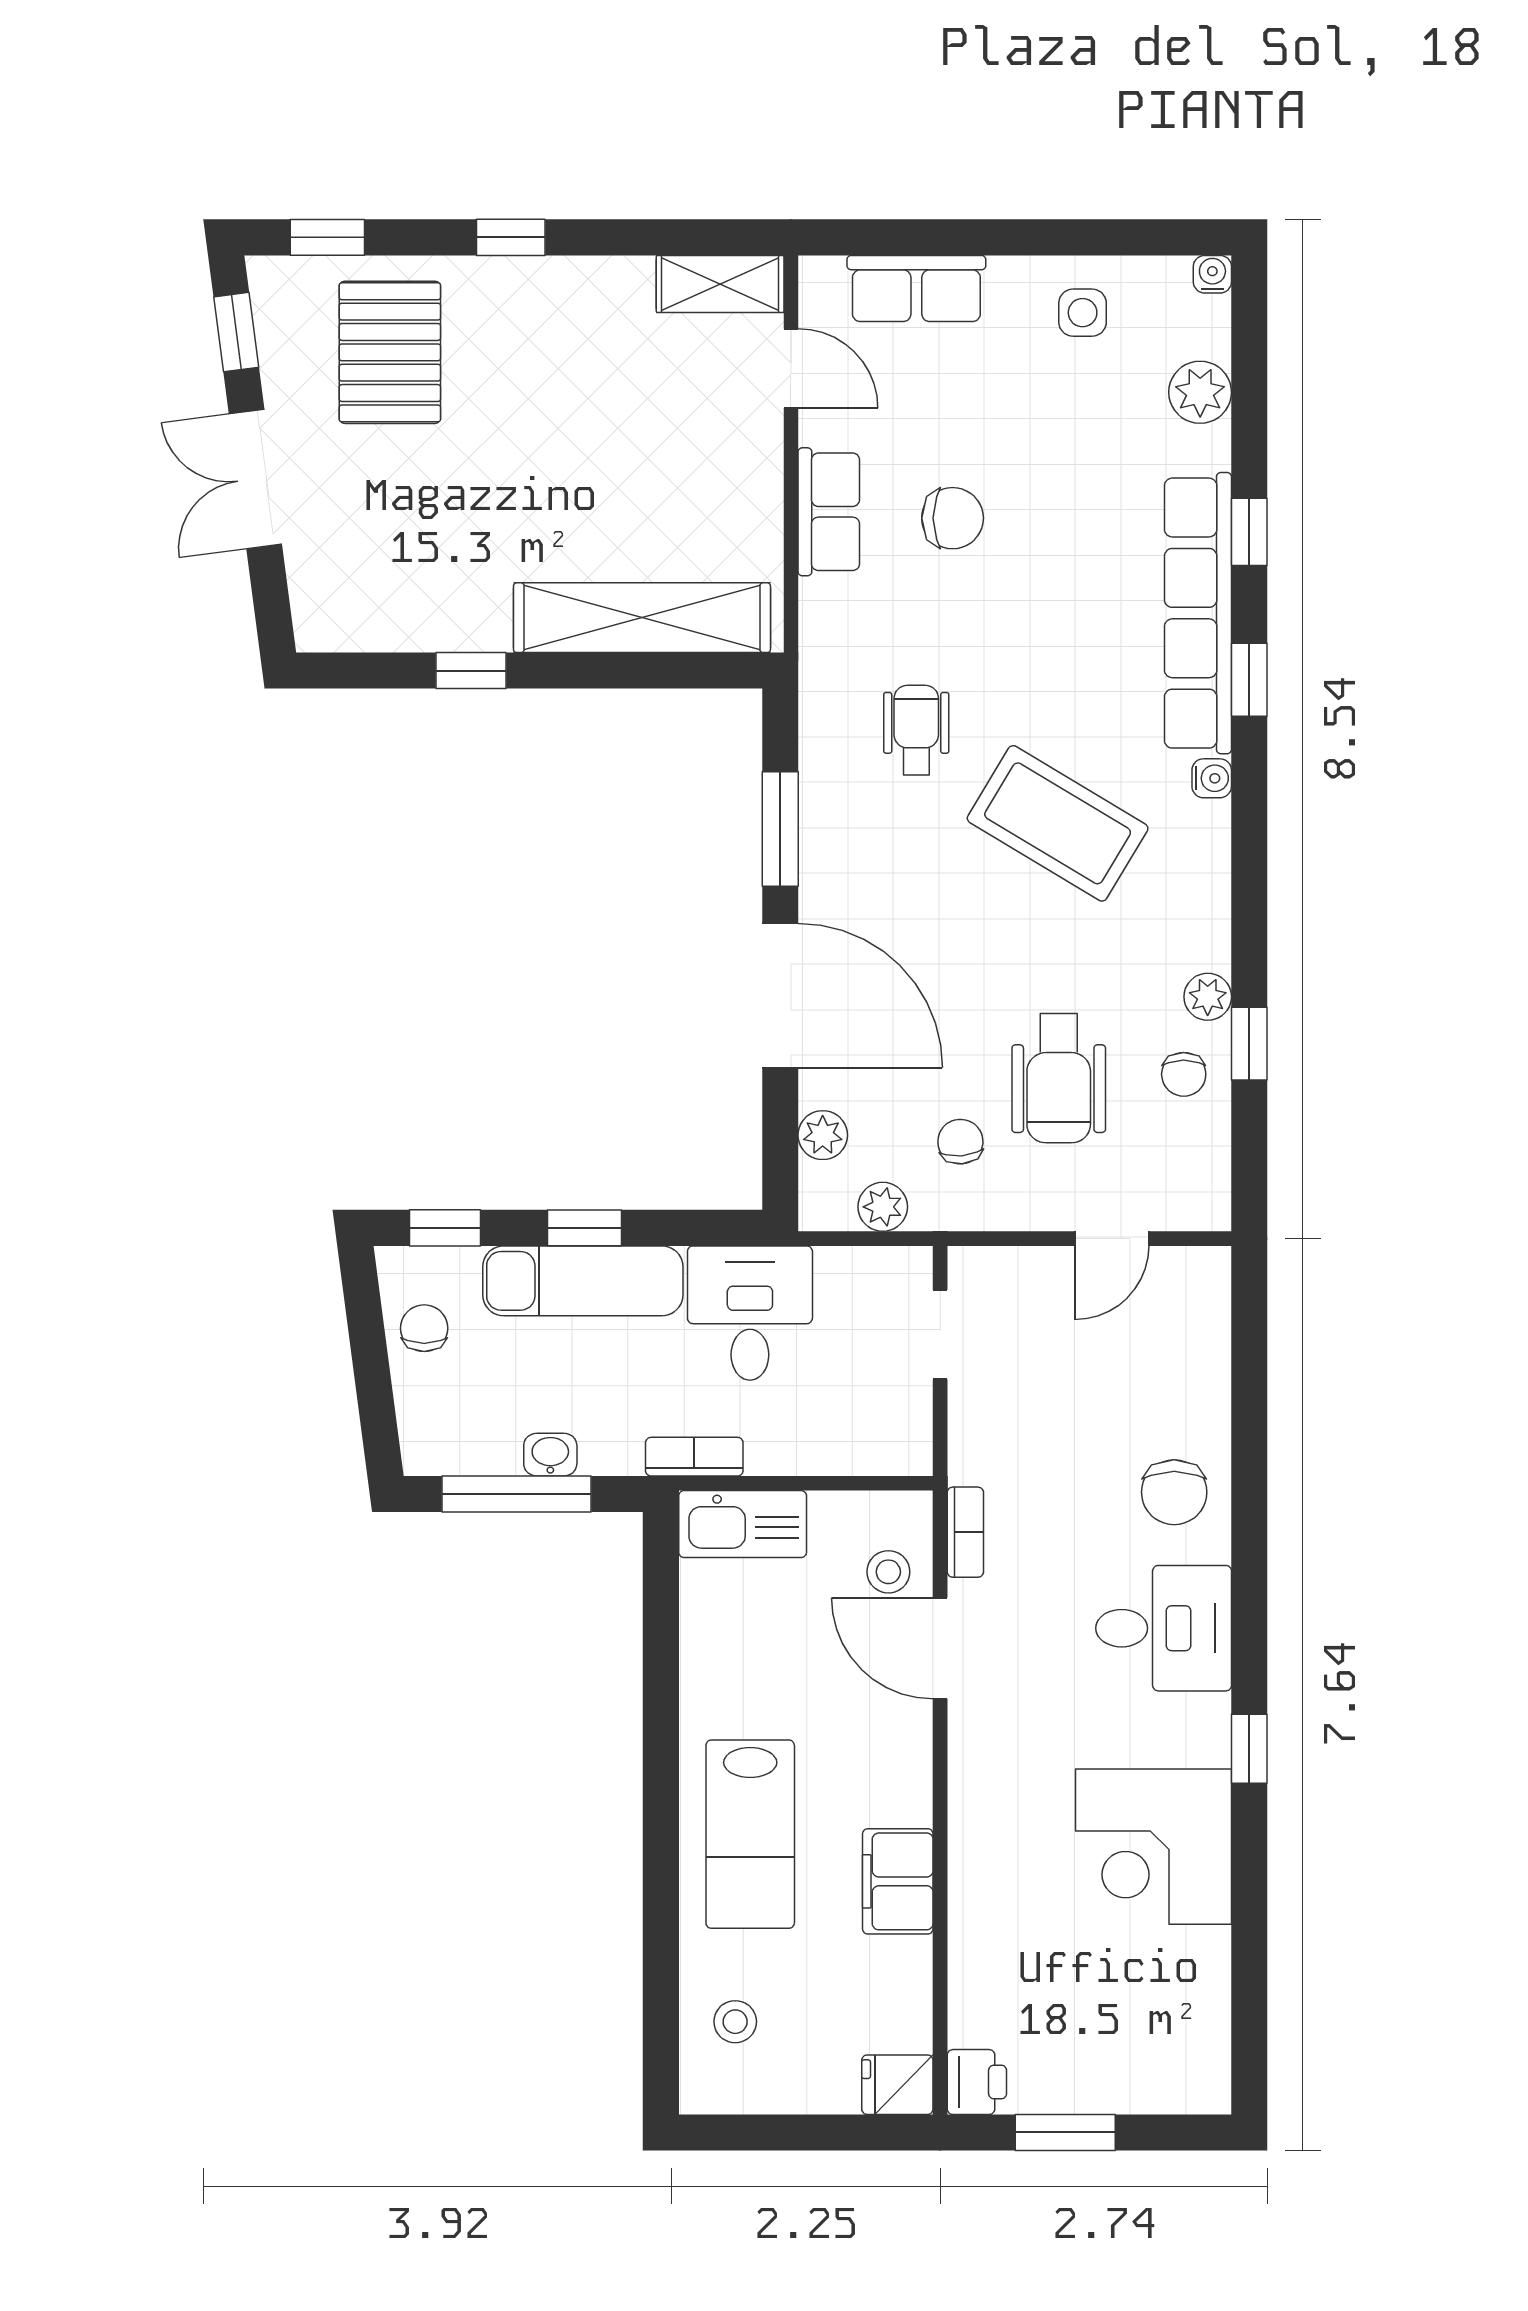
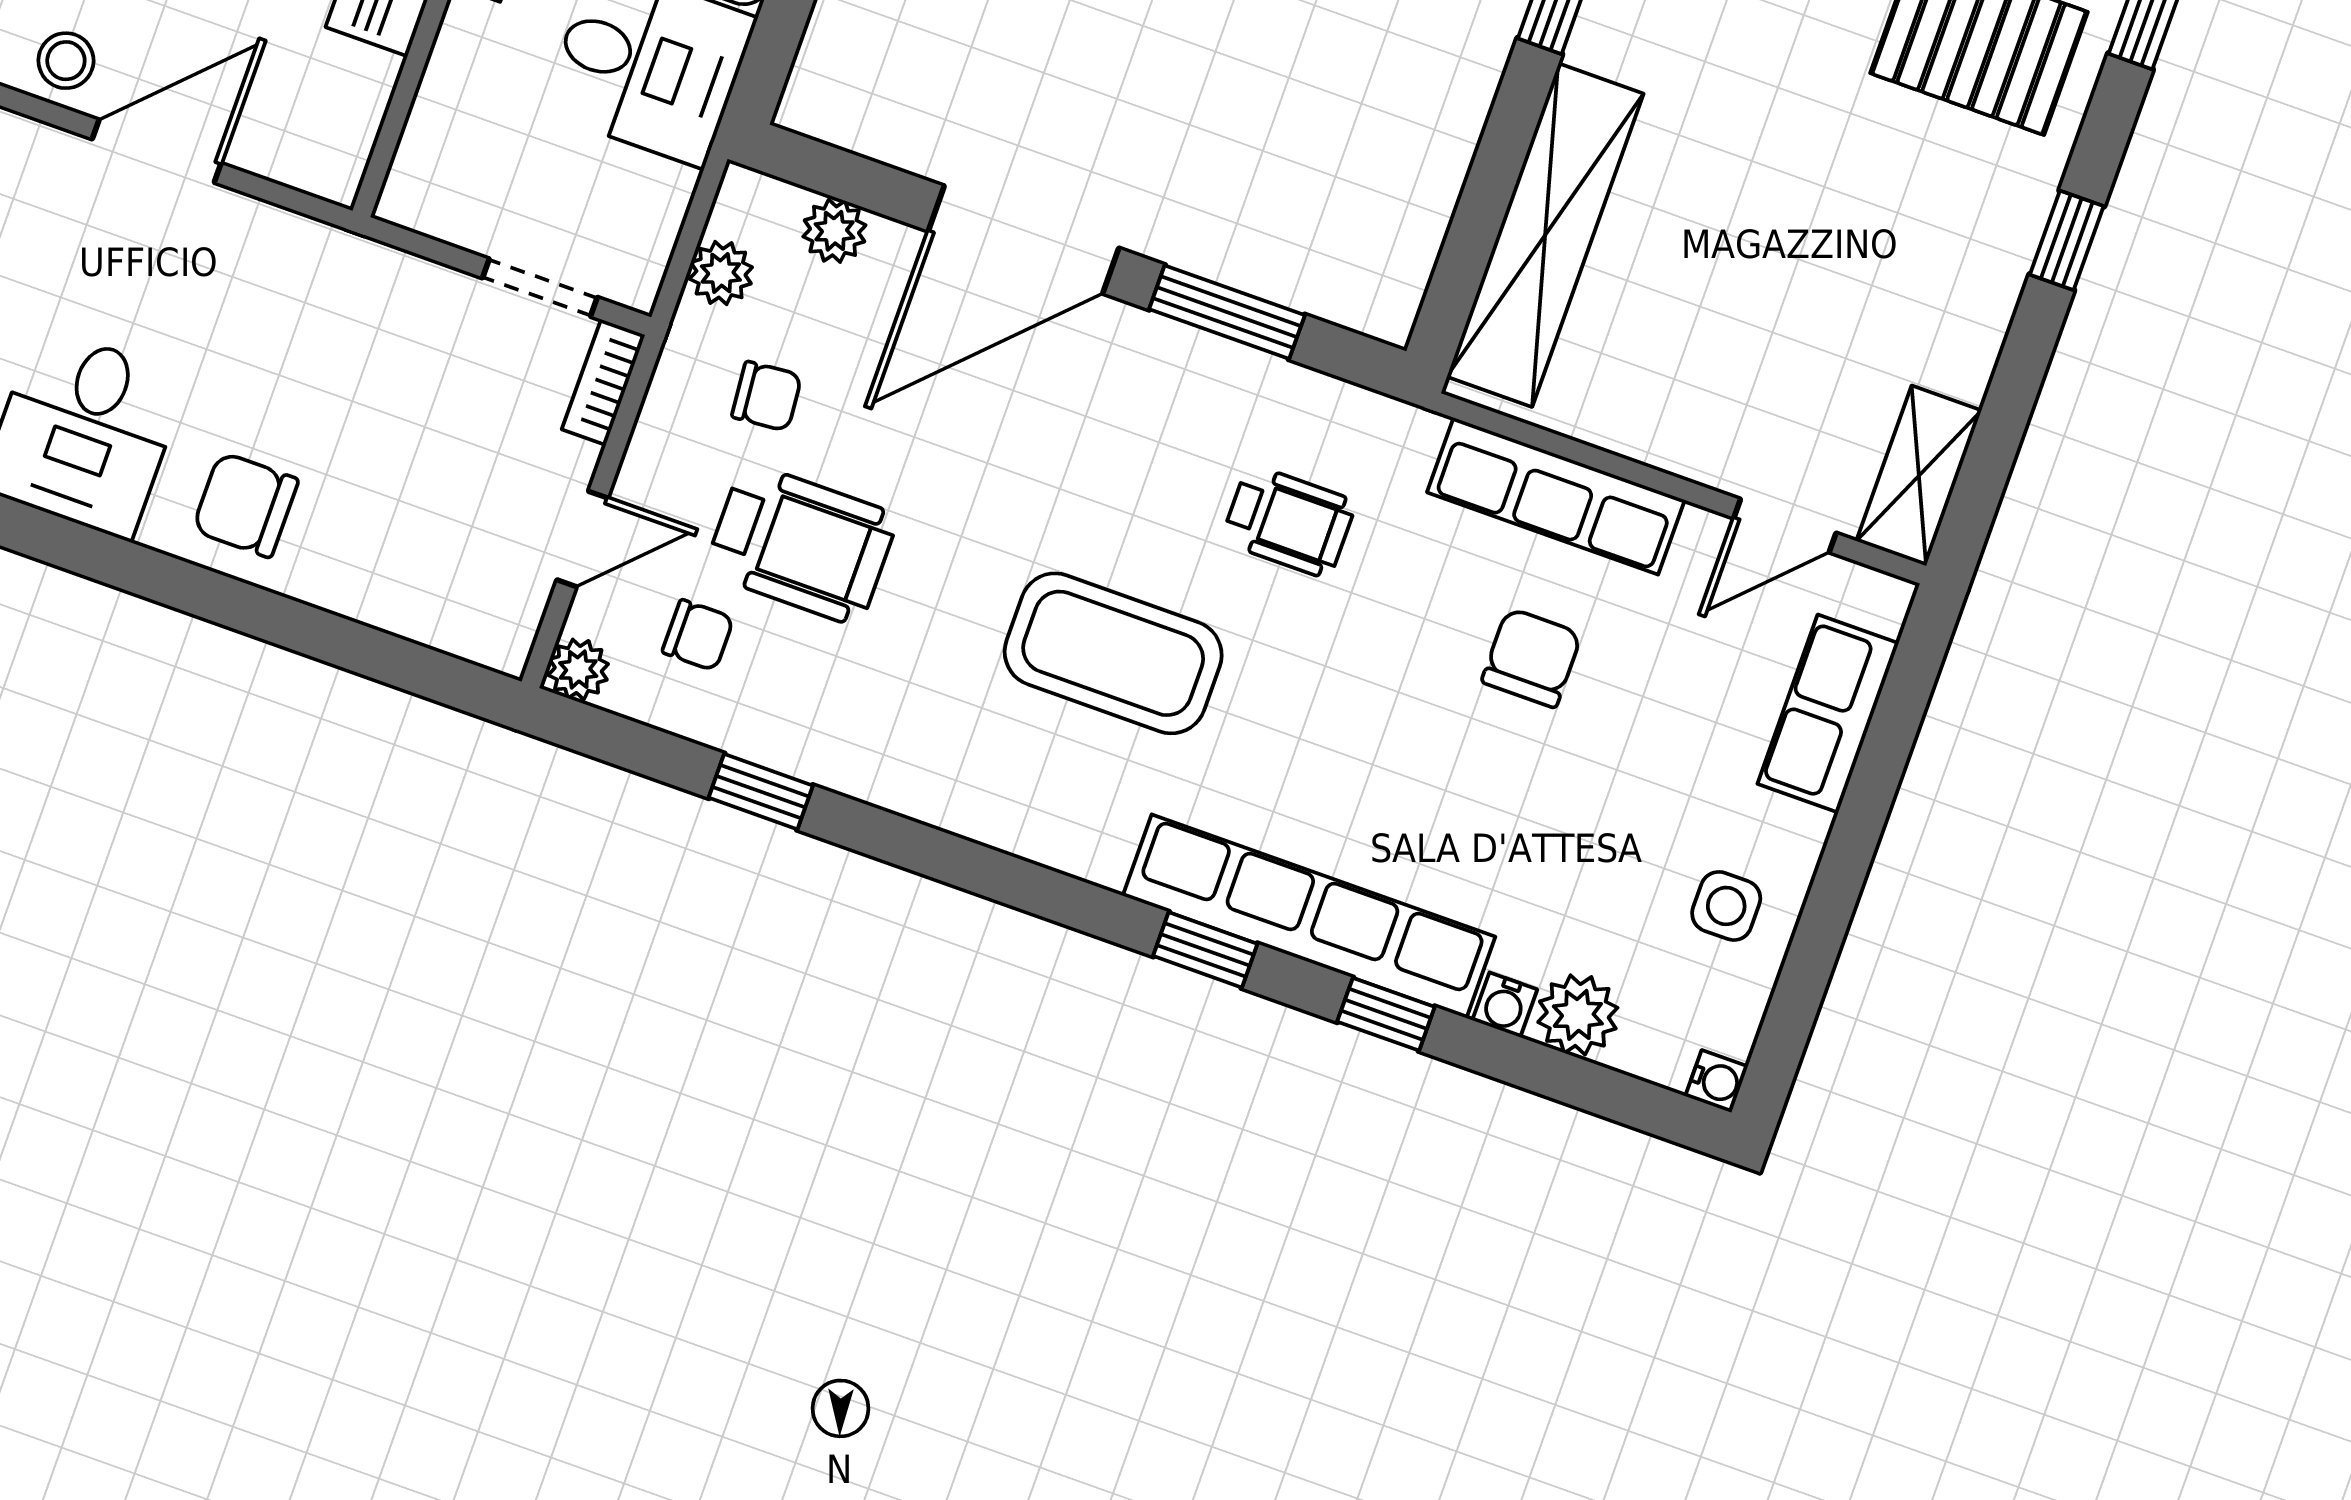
row of seats: (829, 512) -> (1556, 496), width x1.48
chair: (953, 518) -> (1532, 658), turned 180
water cooler: (1212, 778) -> (1505, 1005), moved
coffee table: (1058, 823) -> (1113, 653), turned 59
plant: (1208, 997) -> (578, 669), moved
chair: (1184, 1074) -> (698, 635), moved, turned 180
wheelchair: (1059, 1078) -> (801, 544), turned 180
door: (1112, 1239) -> (582, 539), swing flipped
bookcase: (965, 1532) -> (603, 382), moved, turned 90
stool: (888, 1572) -> (66, 61), moved

